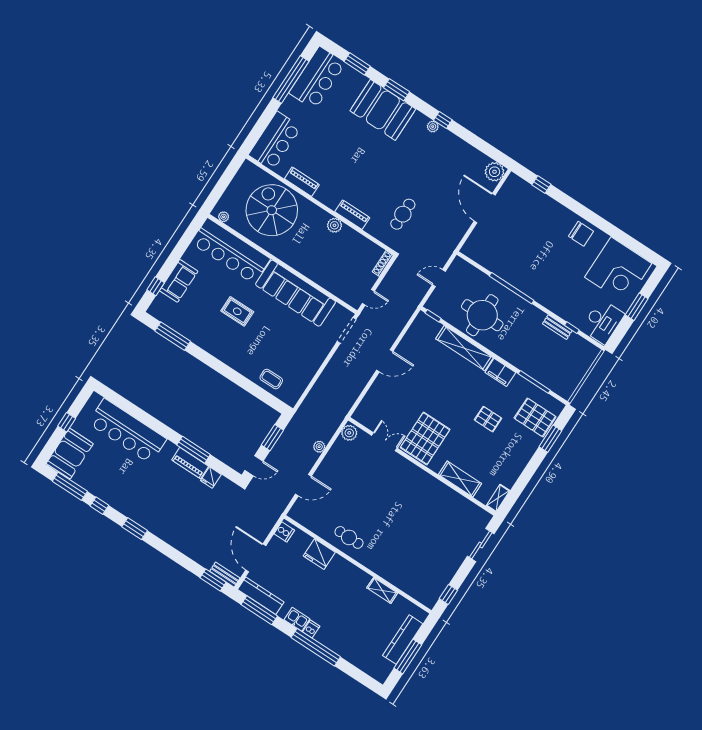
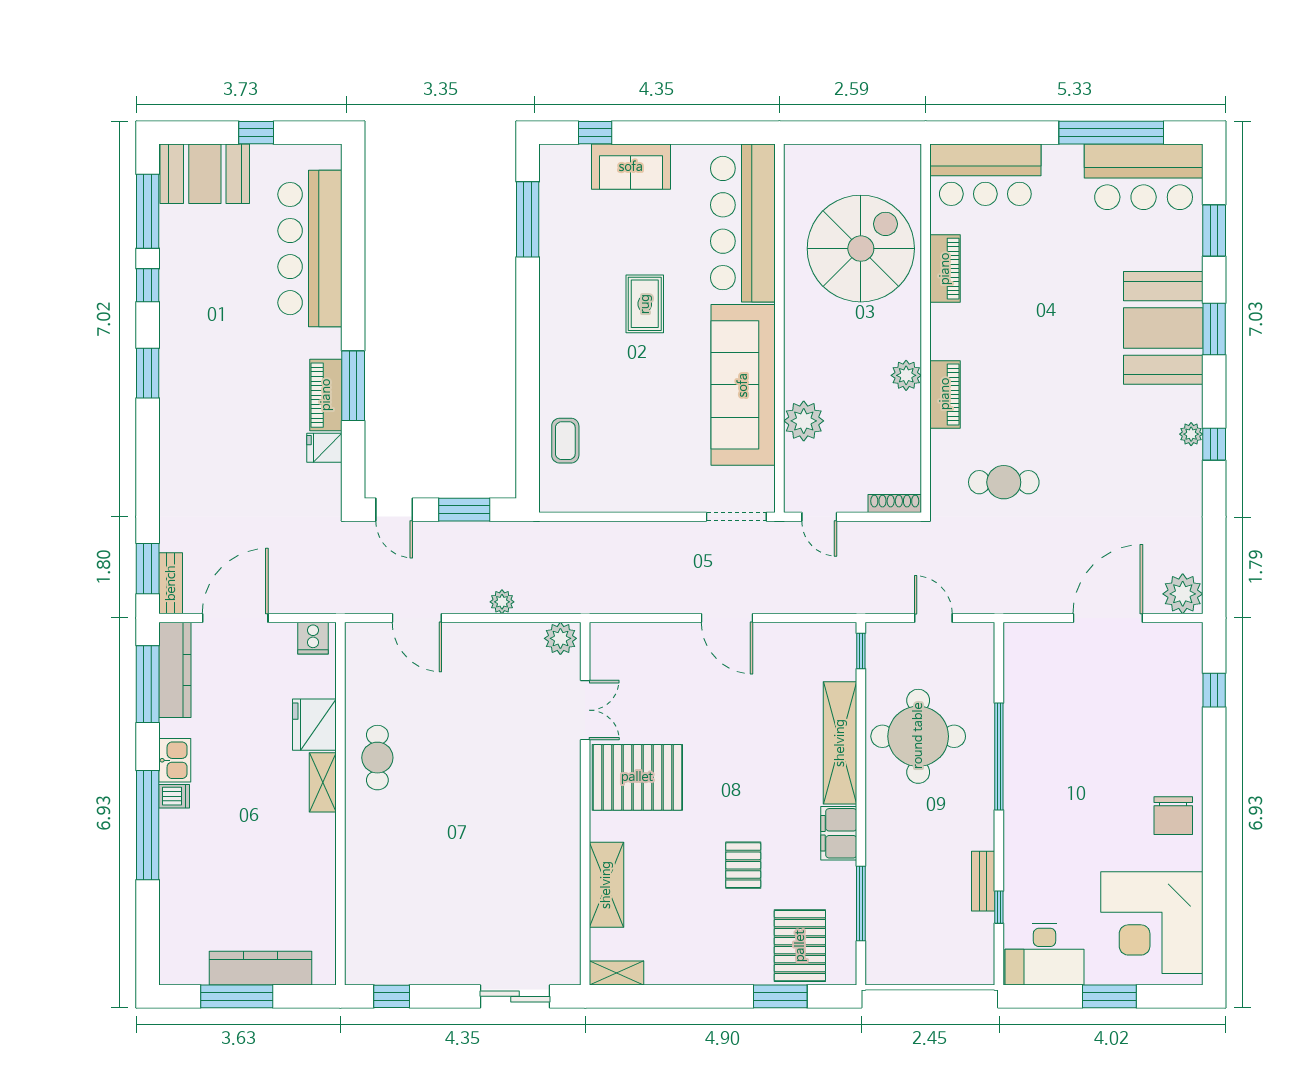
plant: (224, 217) -> (804, 421), moved, width x1.88, depth x1.88
shelving: (382, 590) -> (323, 782), moved

